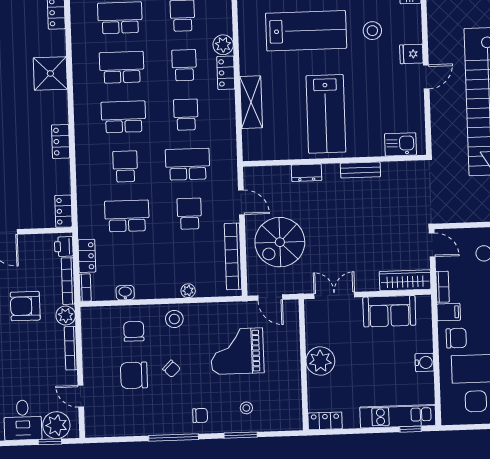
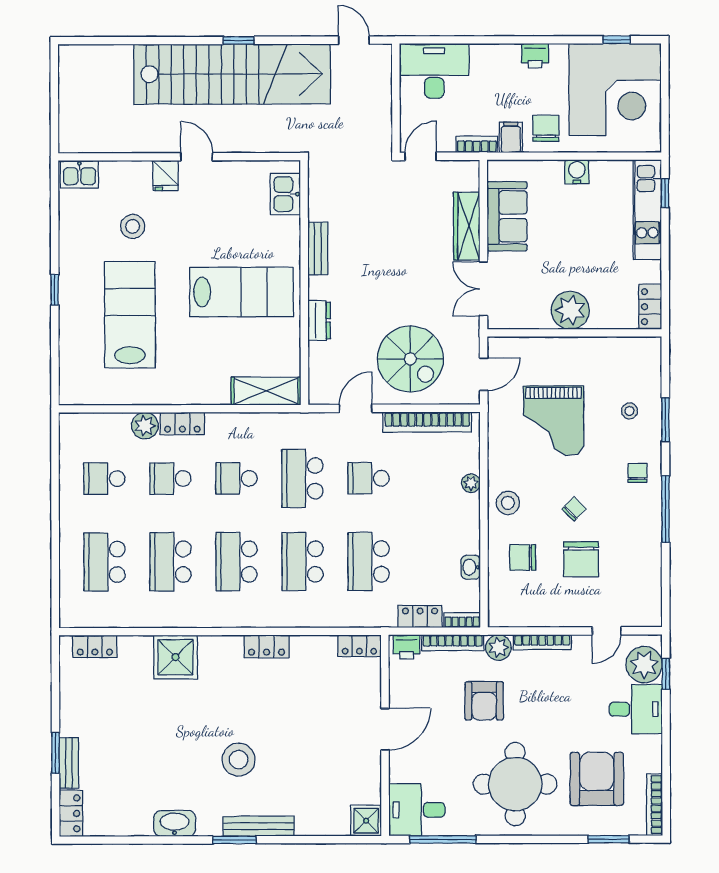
shelving: (251, 102) -> (266, 391), moved
school desk: (125, 166) -> (303, 562), width x1.85
wardrobe: (405, 280) -> (467, 226), moved

